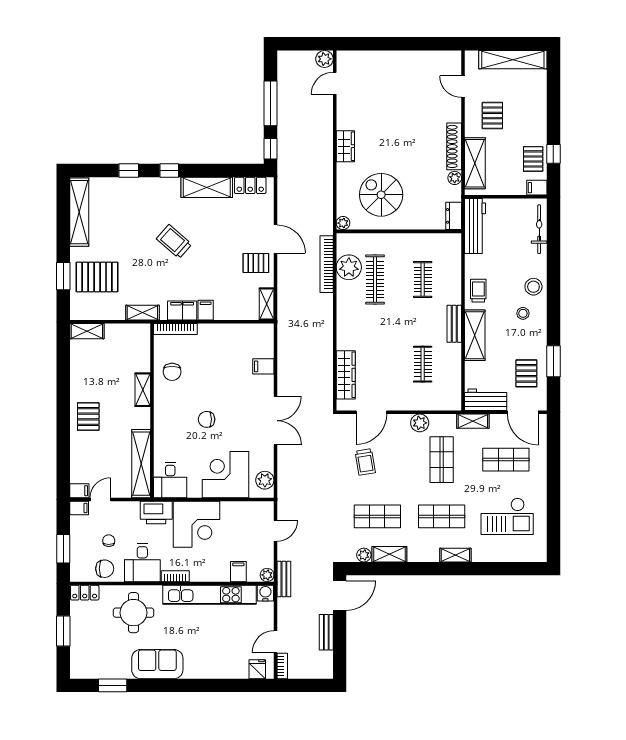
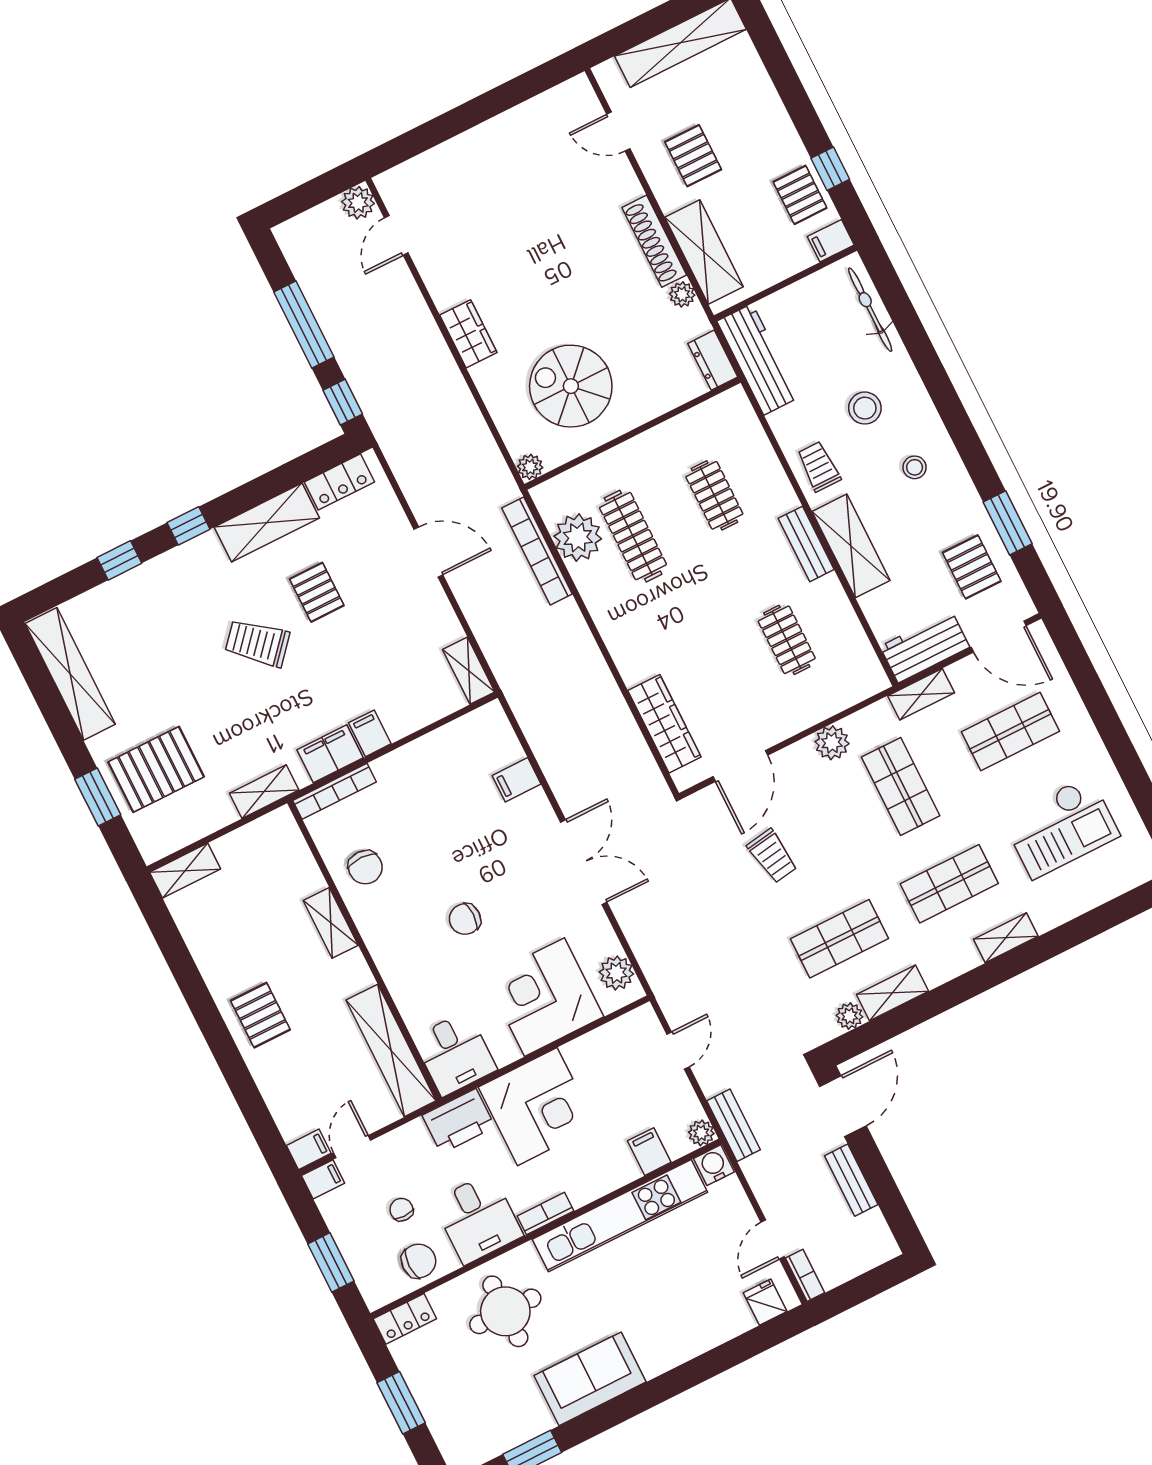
pallet: (256, 263) -> (317, 592), moved, turned 90
stool: (533, 287) -> (865, 408), moved

